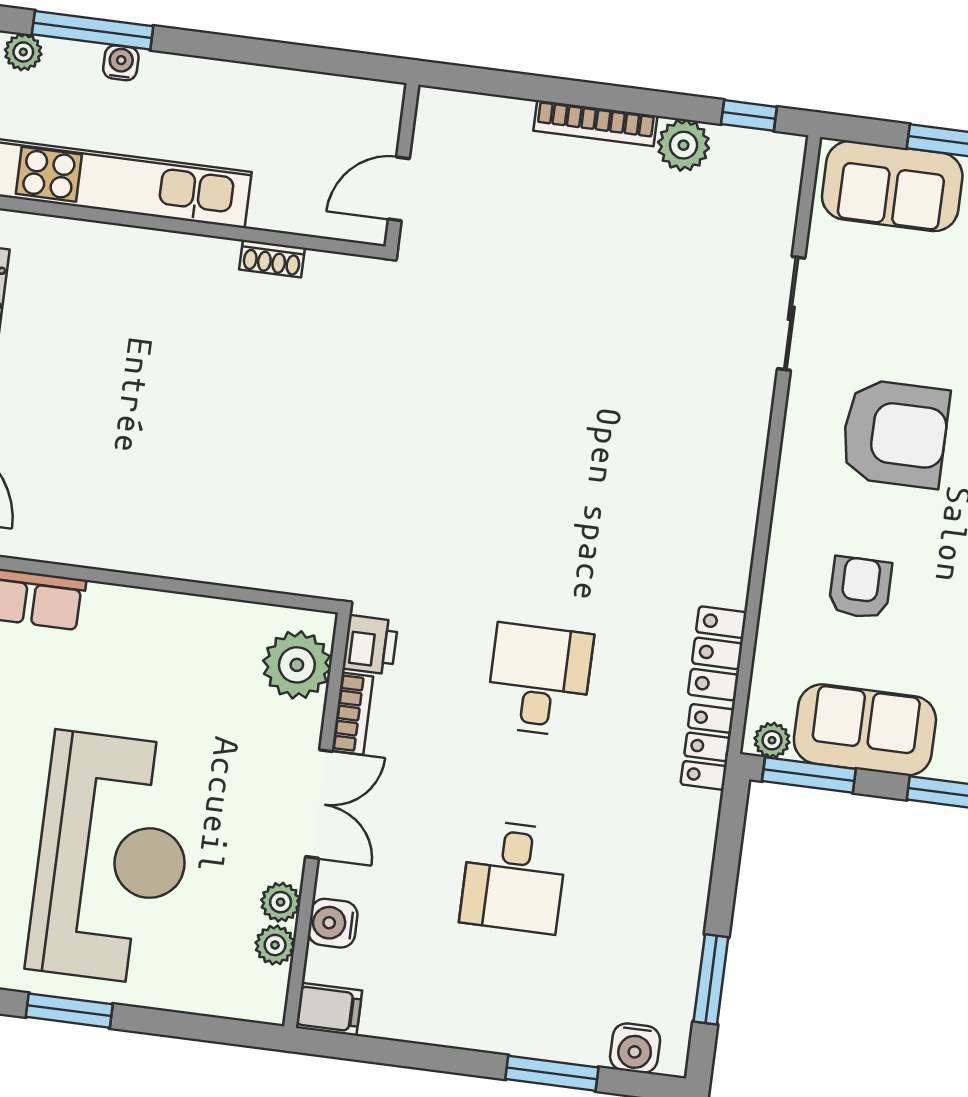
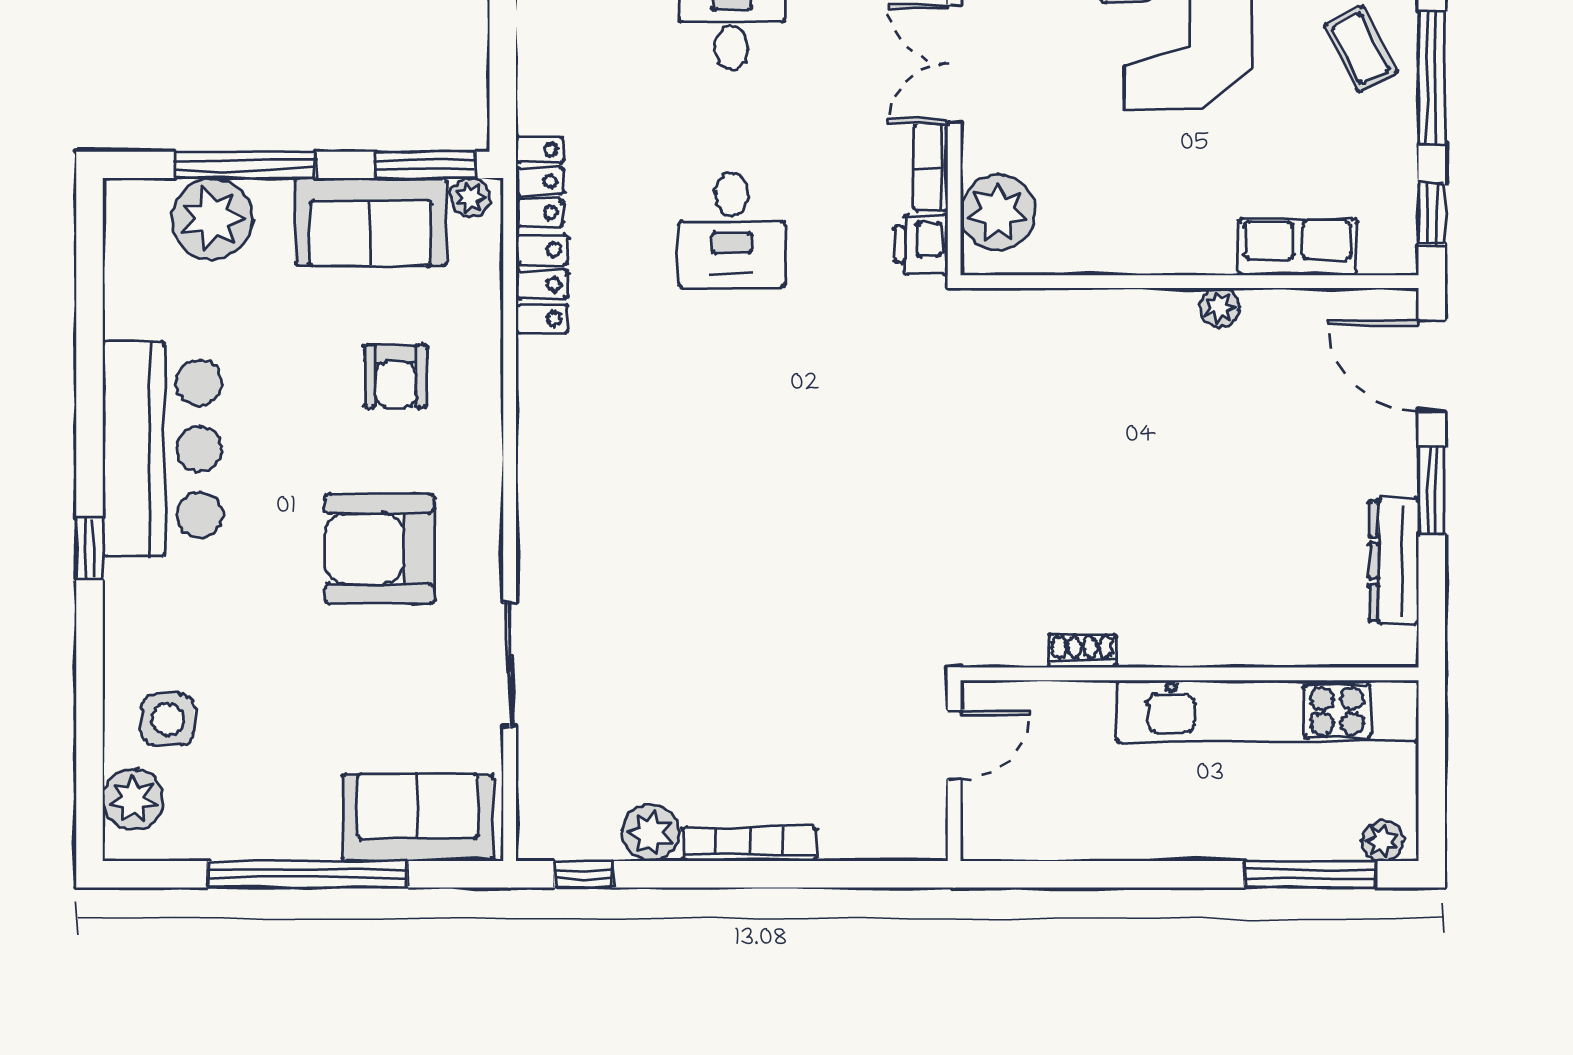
water cooler: (121, 63) -> (1275, 843), removed
plant: (107, 553) -> (1220, 308), added

